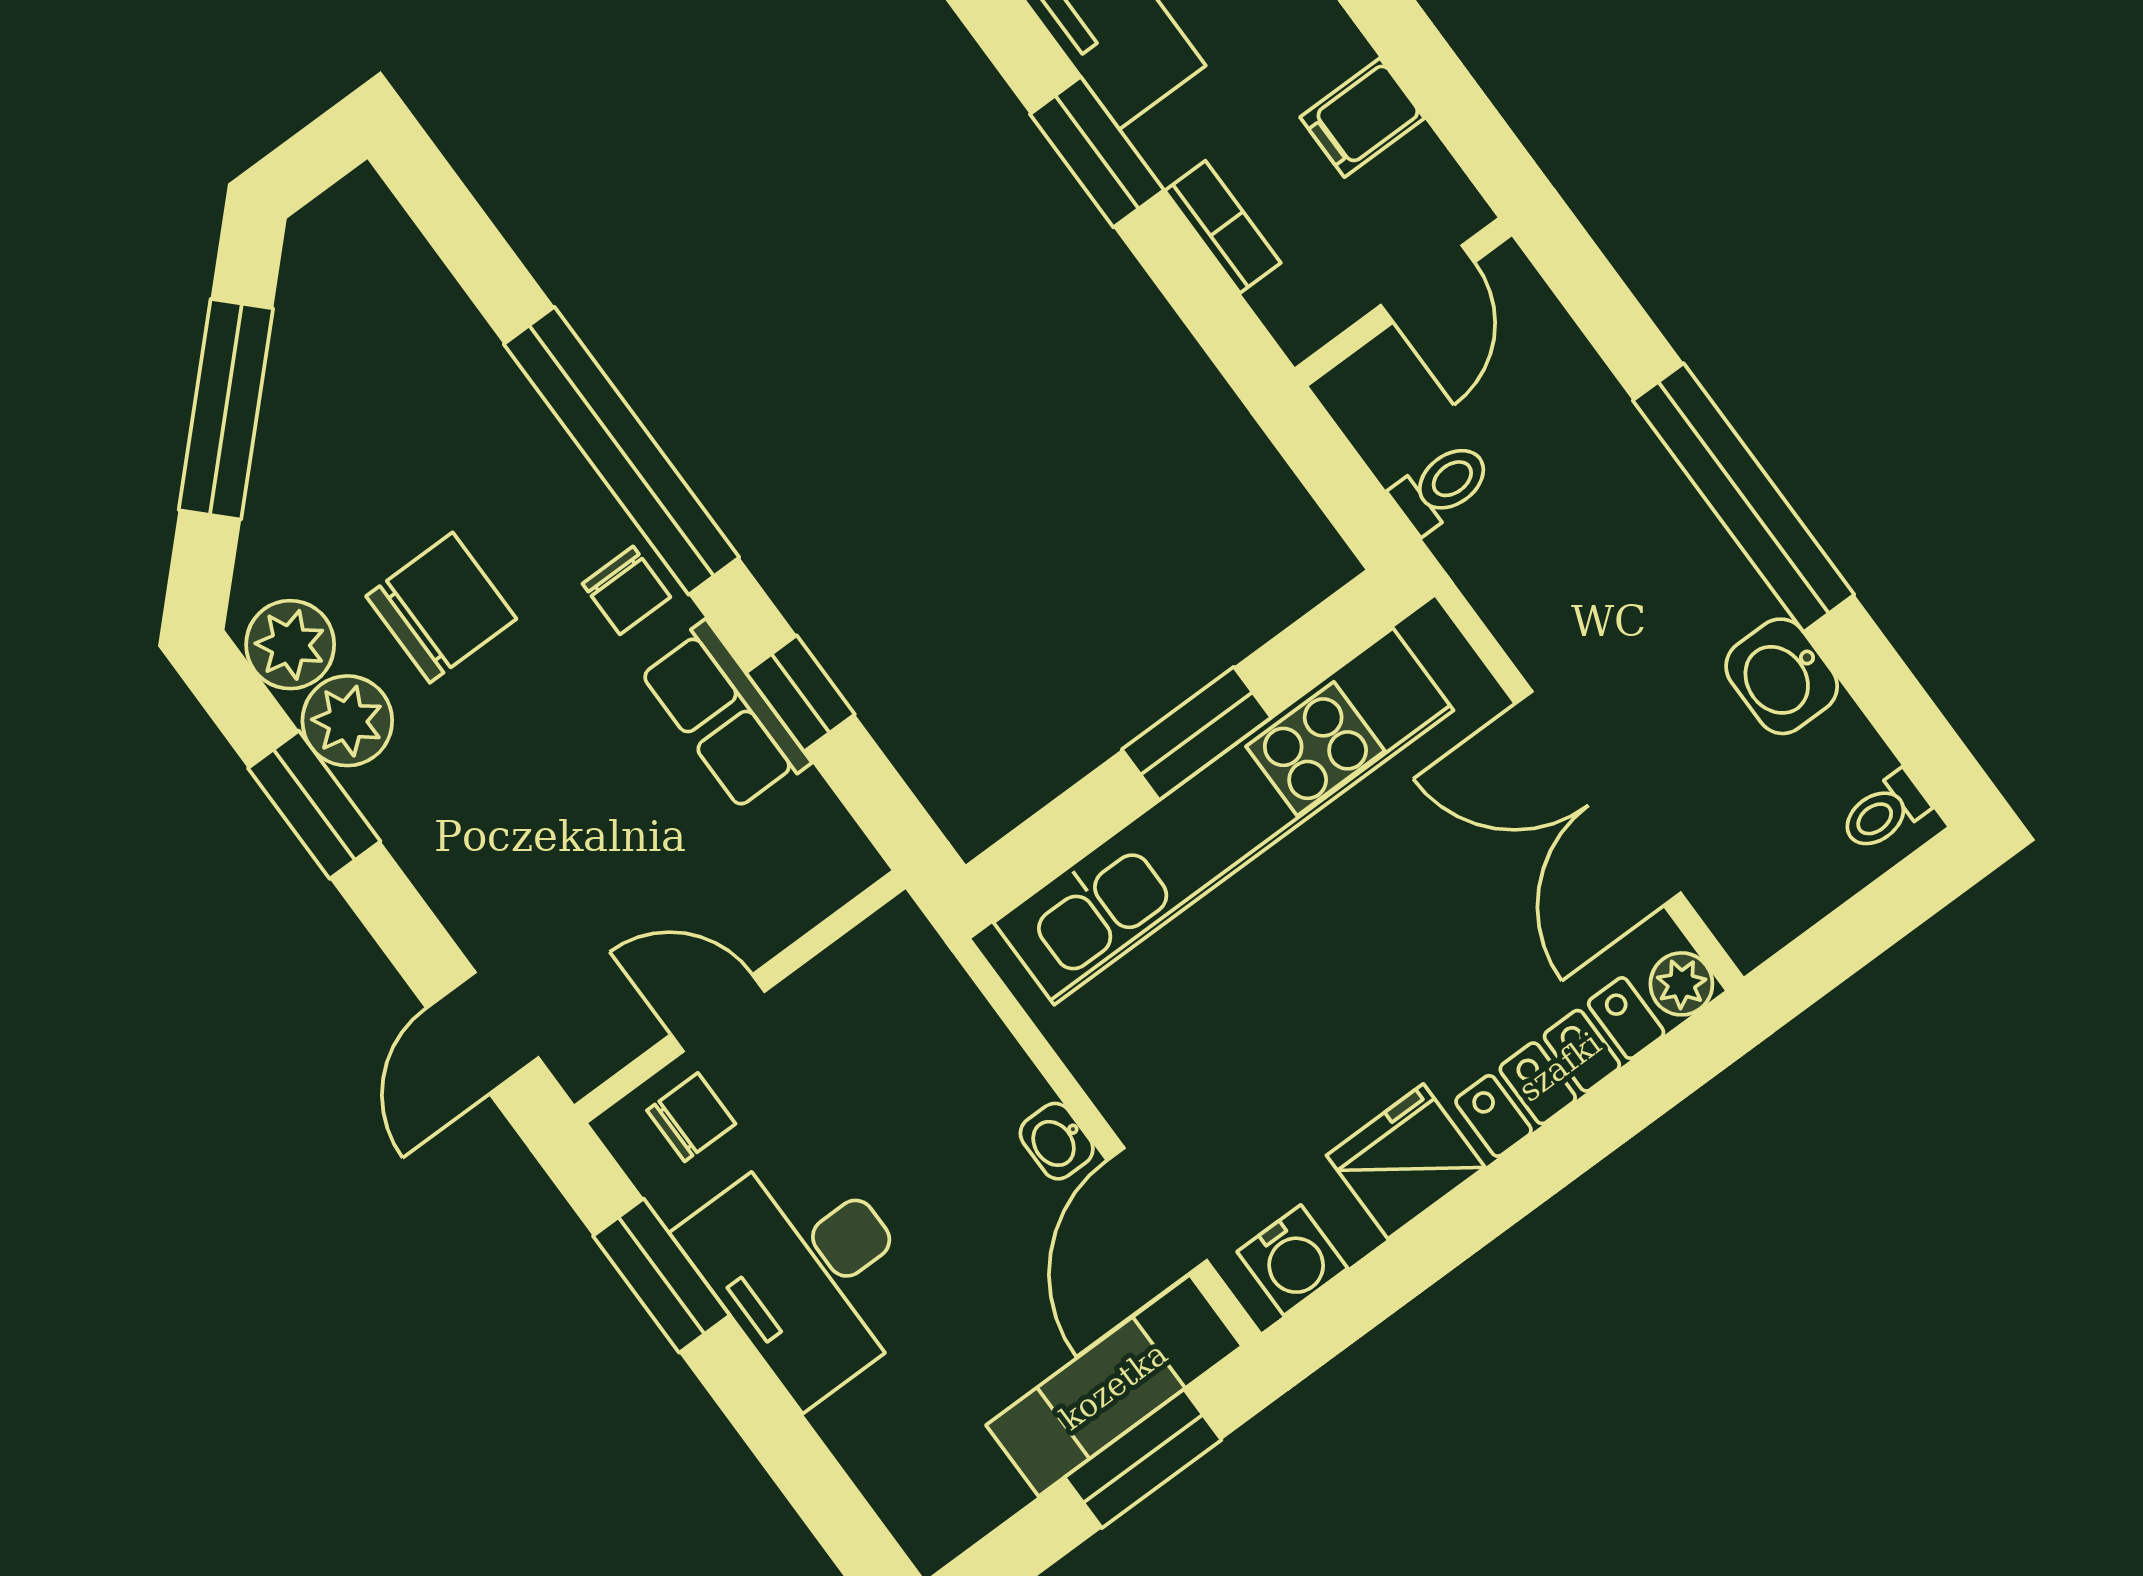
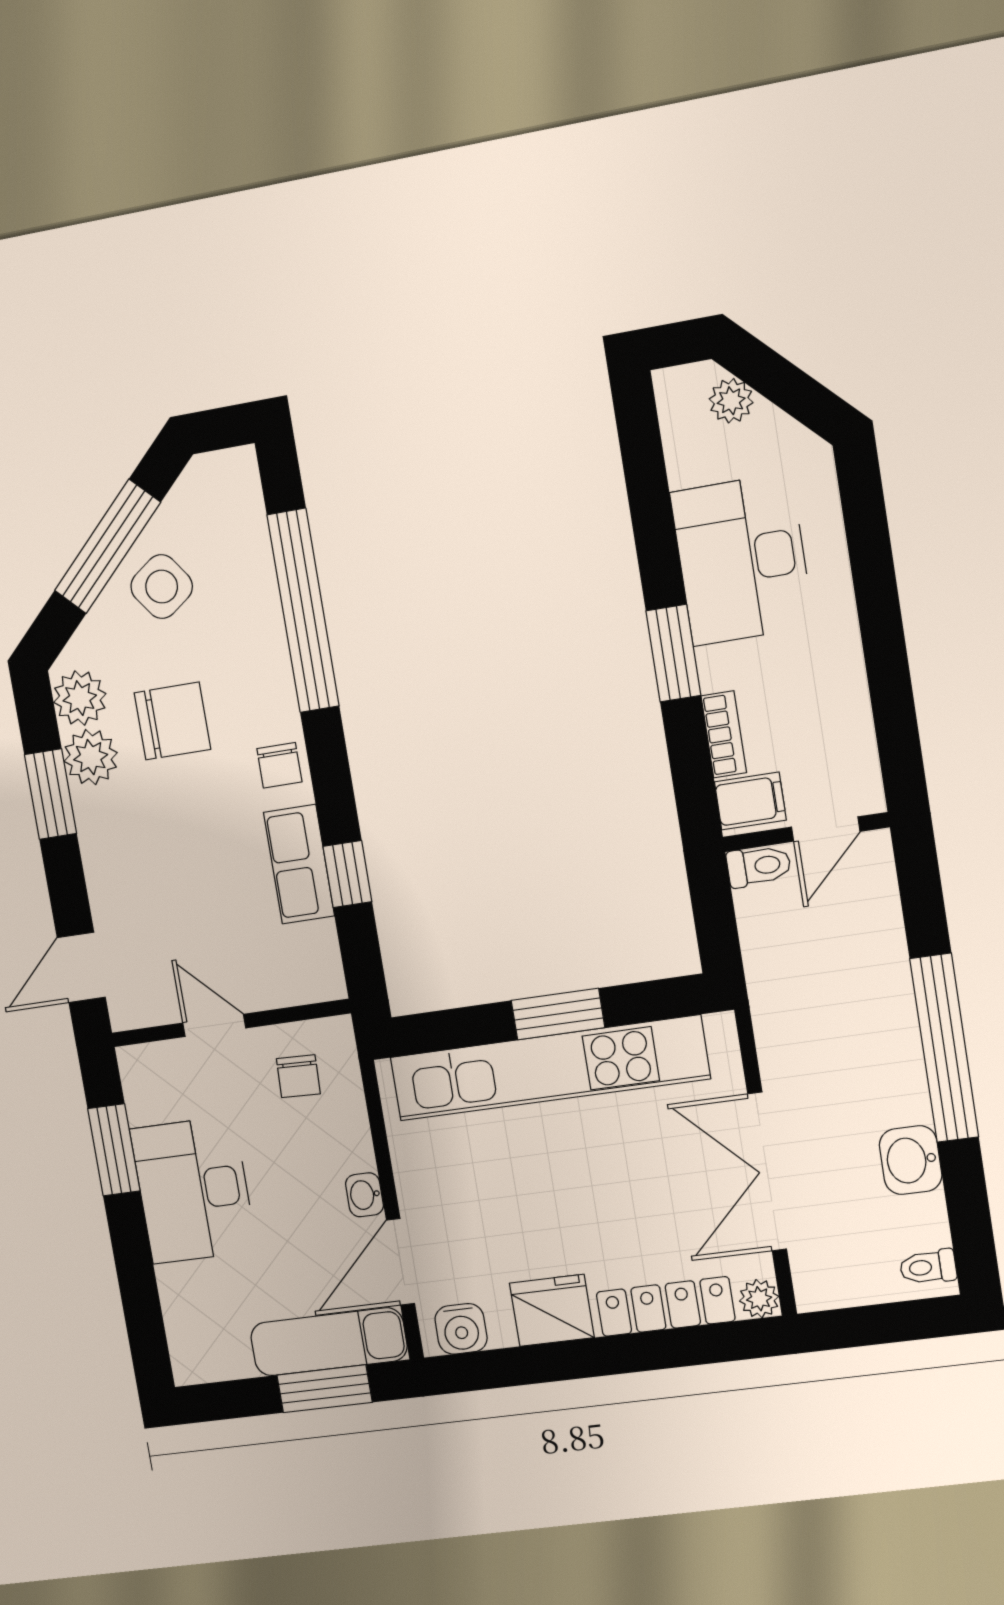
filing cabinet: (1362, 118) -> (750, 801), moved, turned 180
side table: (332, 426) -> (162, 587), added
window: (621, 451) -> (303, 611), moved
toilet: (1442, 487) -> (759, 866), moved
chair: (691, 1117) -> (298, 1076), moved, turned 92

